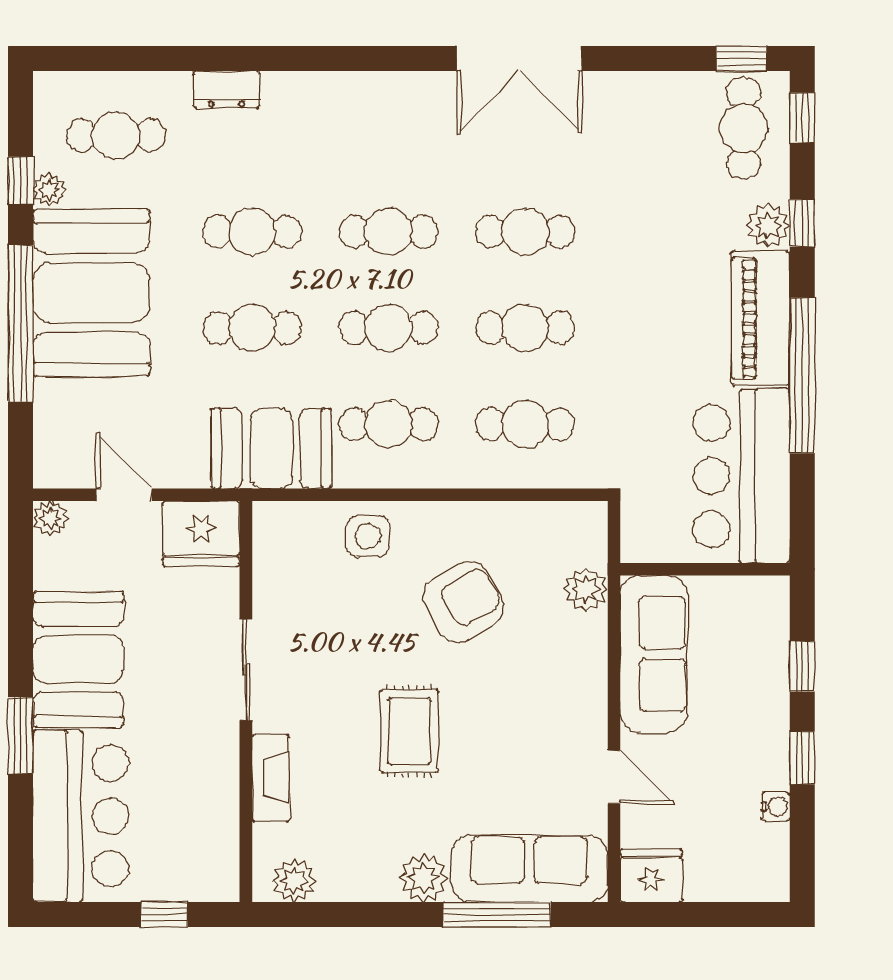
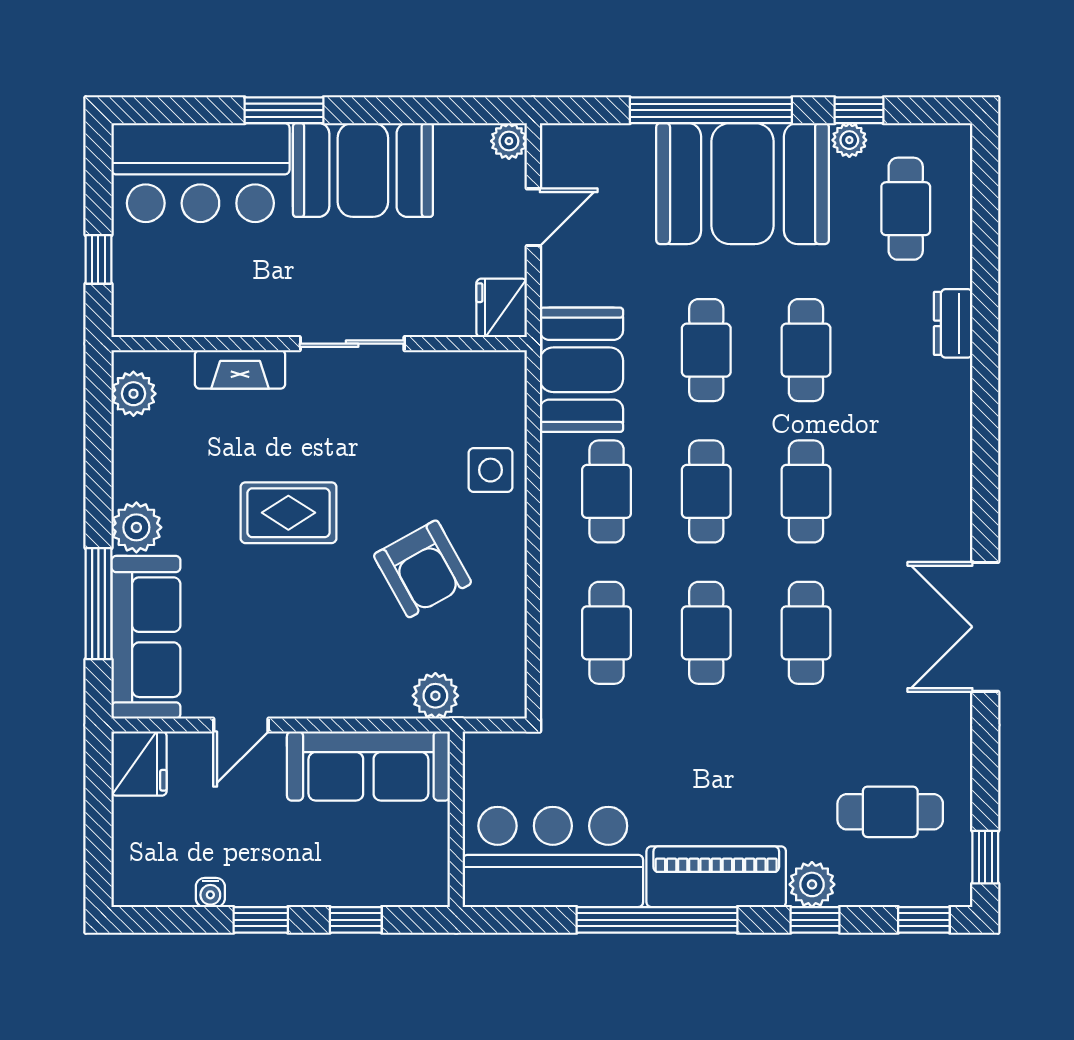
cafe table: (744, 128) -> (890, 812), moved
fridge: (201, 534) -> (502, 308), width x0.73, depth x0.75

